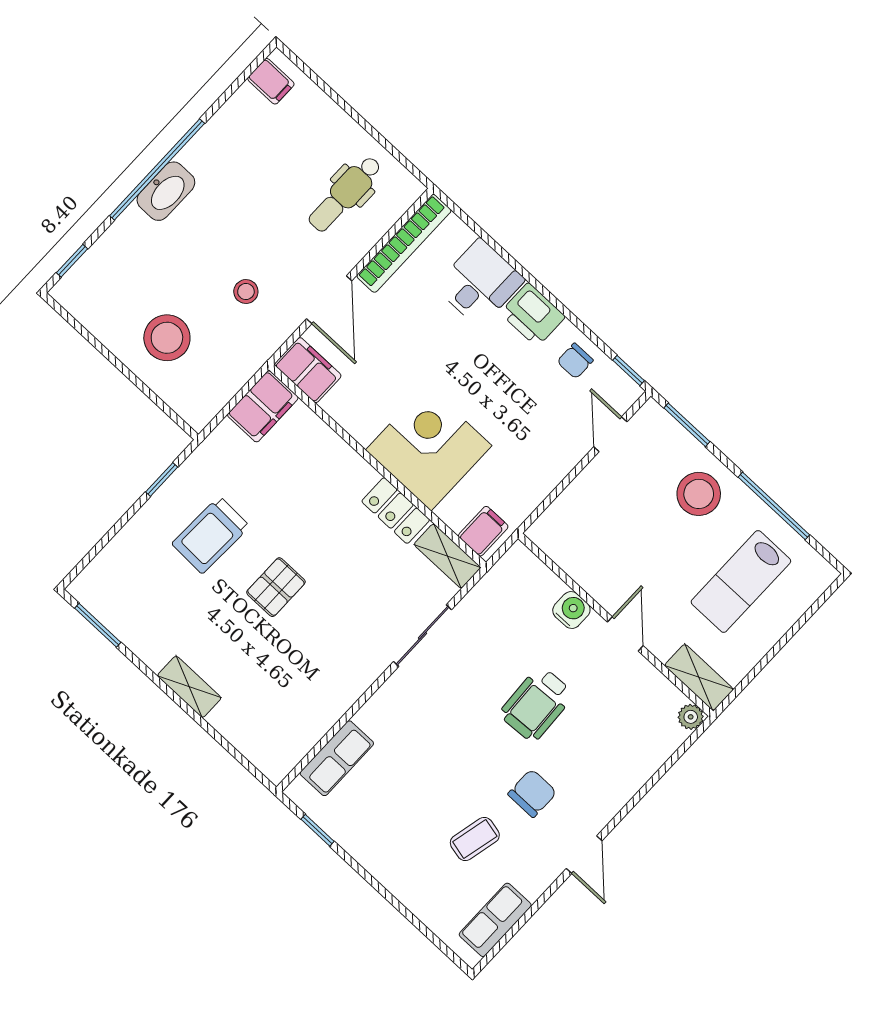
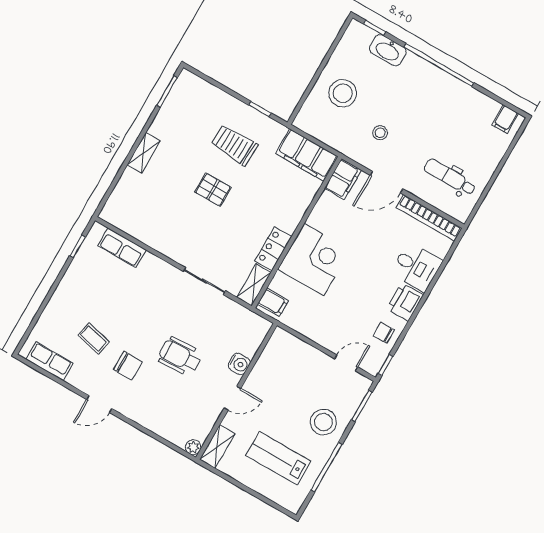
washbasin: (166, 191) -> (388, 50), moved
filing cabinet: (263, 406) -> (307, 155), width x1.50, depth x1.17

